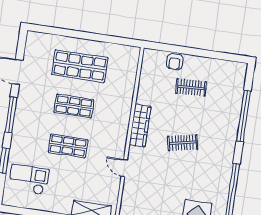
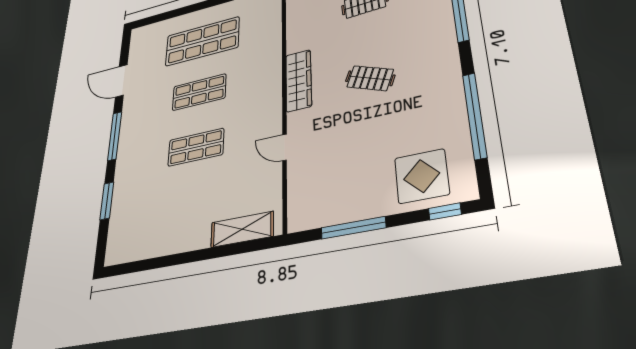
clothes rail: (183, 143) -> (370, 78), turned 33
checkout: (29, 179) -> (143, 215), removed

